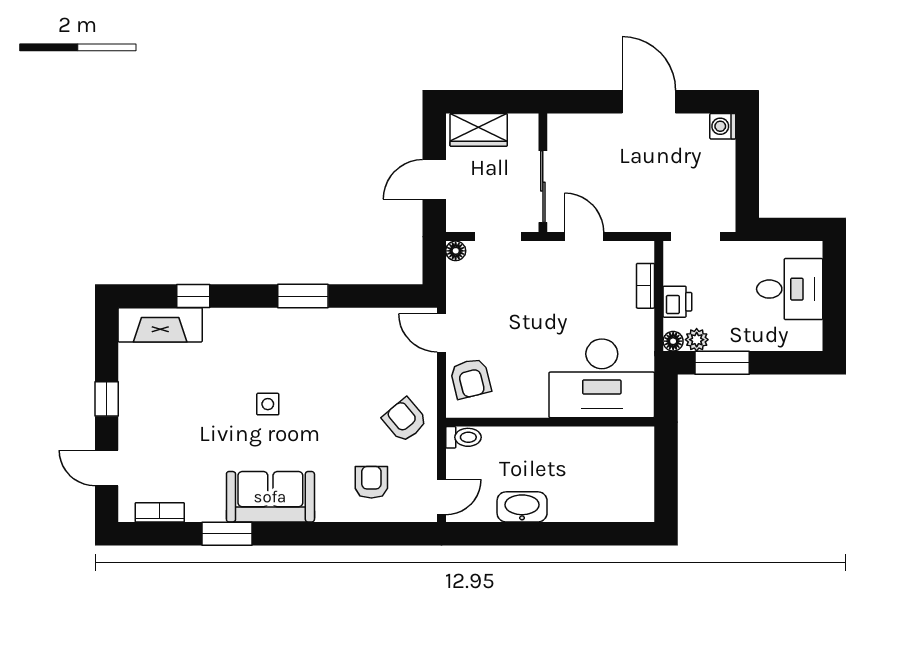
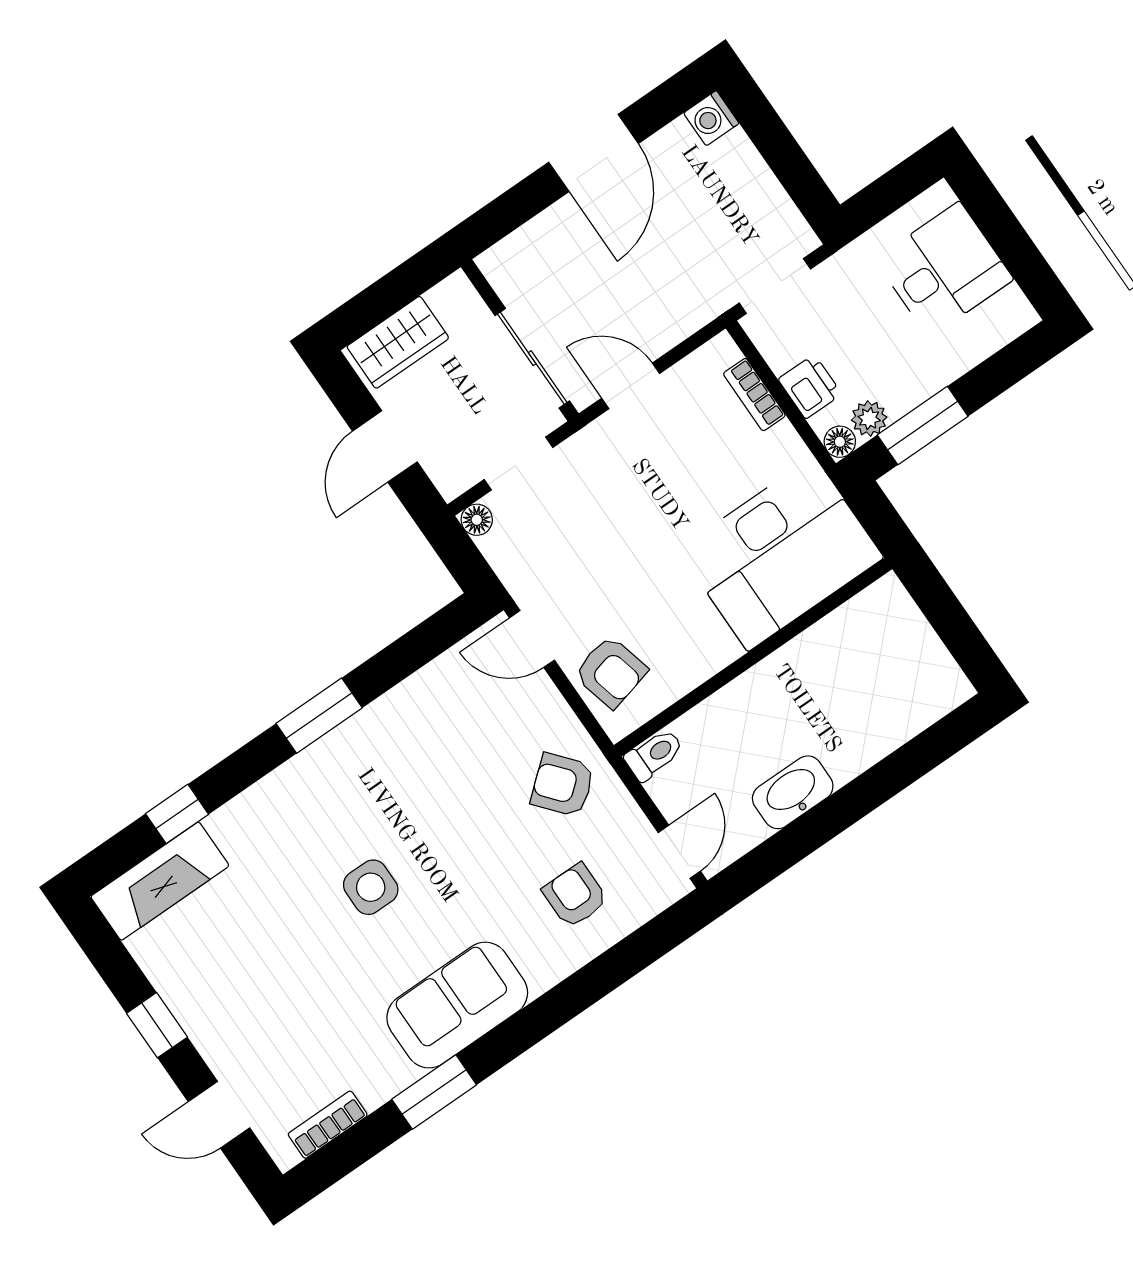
door: (649, 102) -> (594, 153), swing flipped
side table: (268, 404) -> (371, 887), width x1.37, depth x1.37

